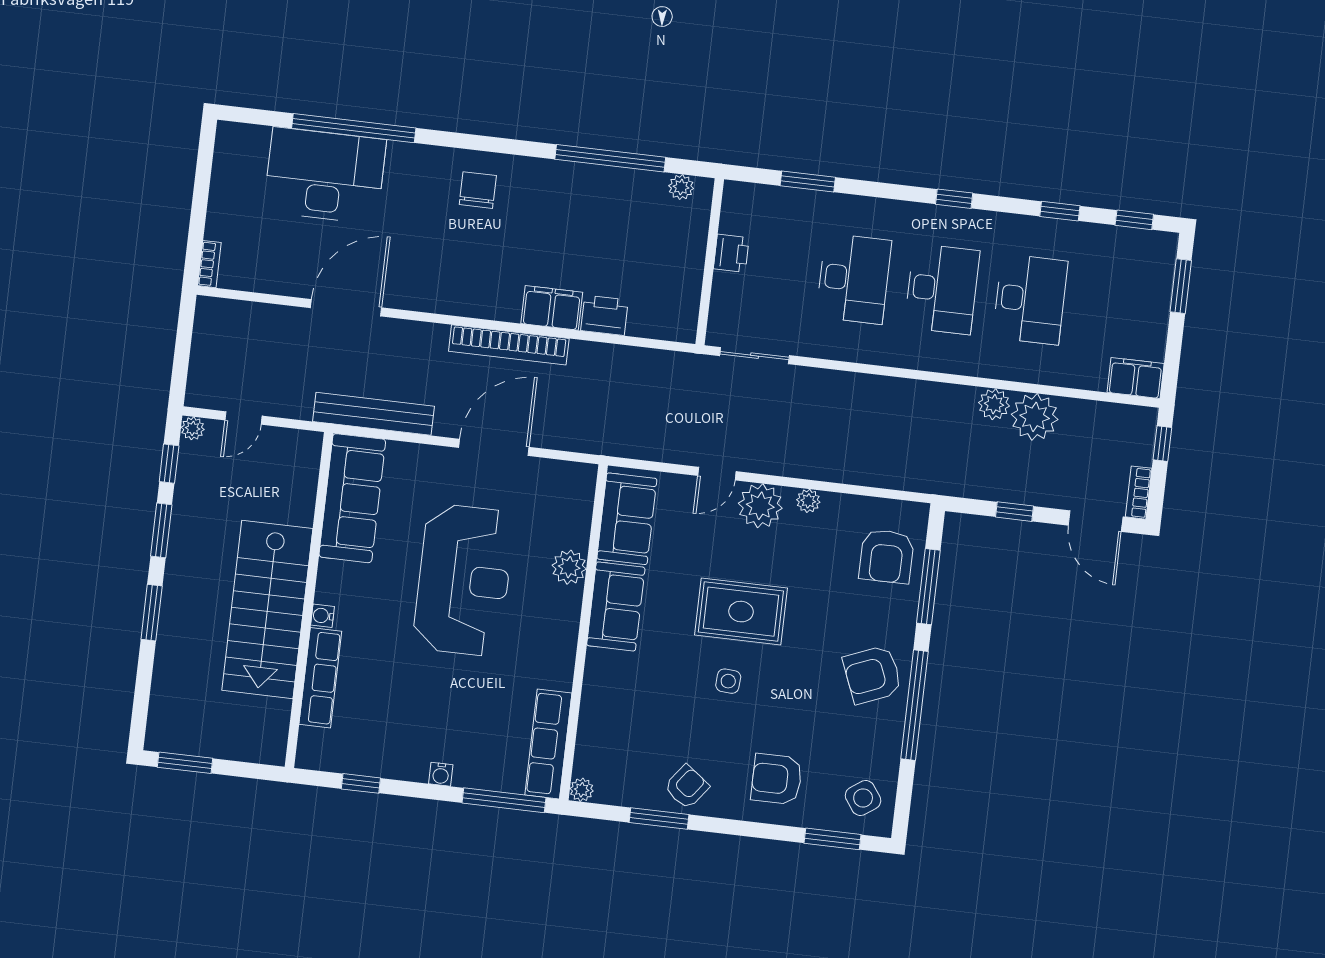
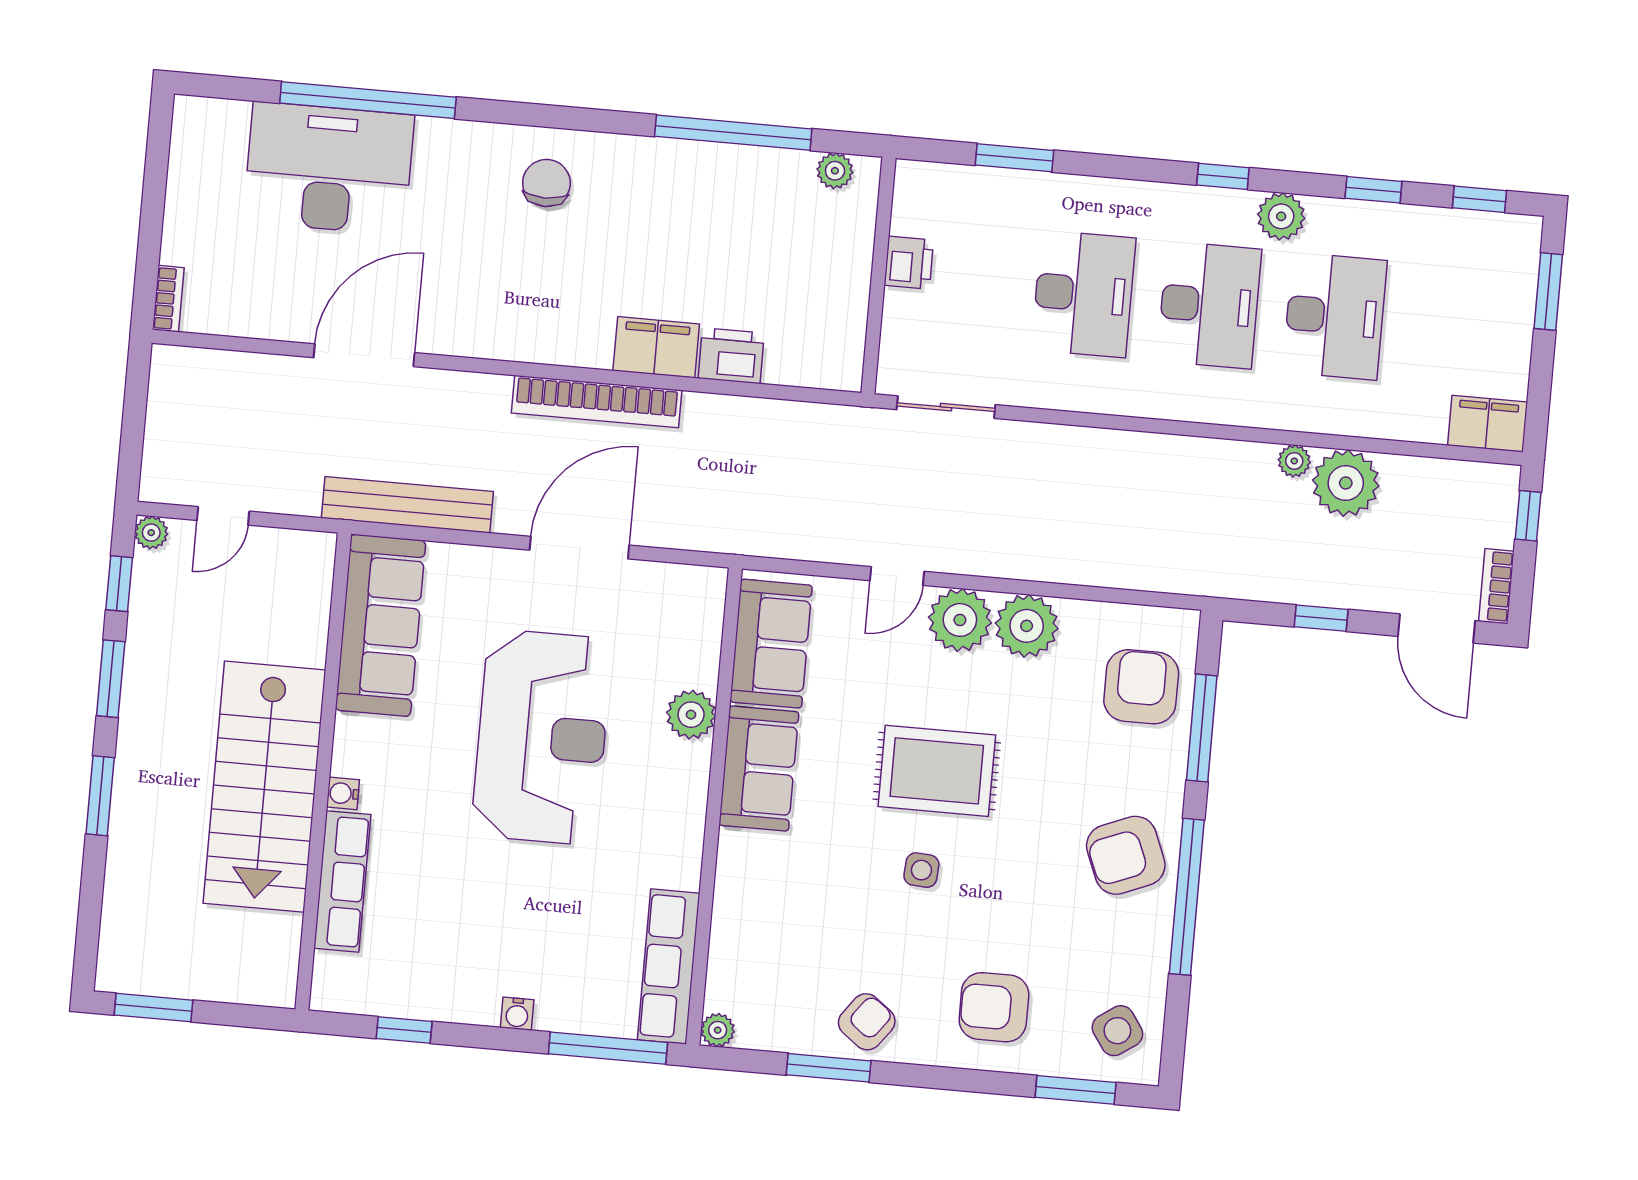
plant: (994, 228) -> (1281, 216), added
plant: (994, 404) -> (1294, 461), width x0.73, depth x0.73
plant: (808, 501) -> (1027, 626), width x1.88, depth x1.88
armchair: (887, 556) -> (1141, 687), turned 180

